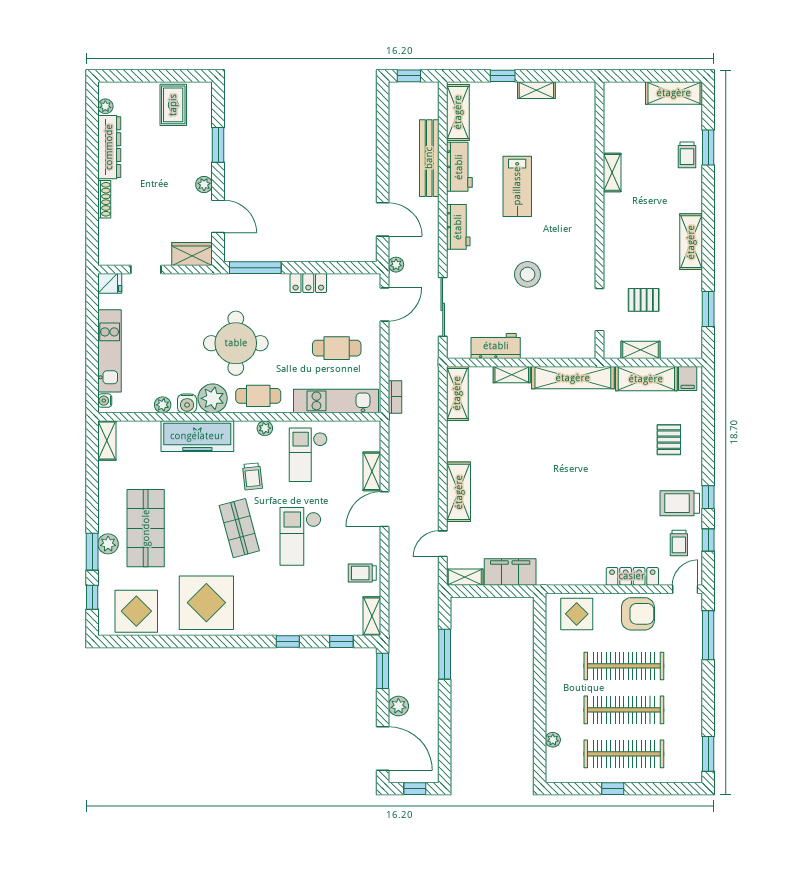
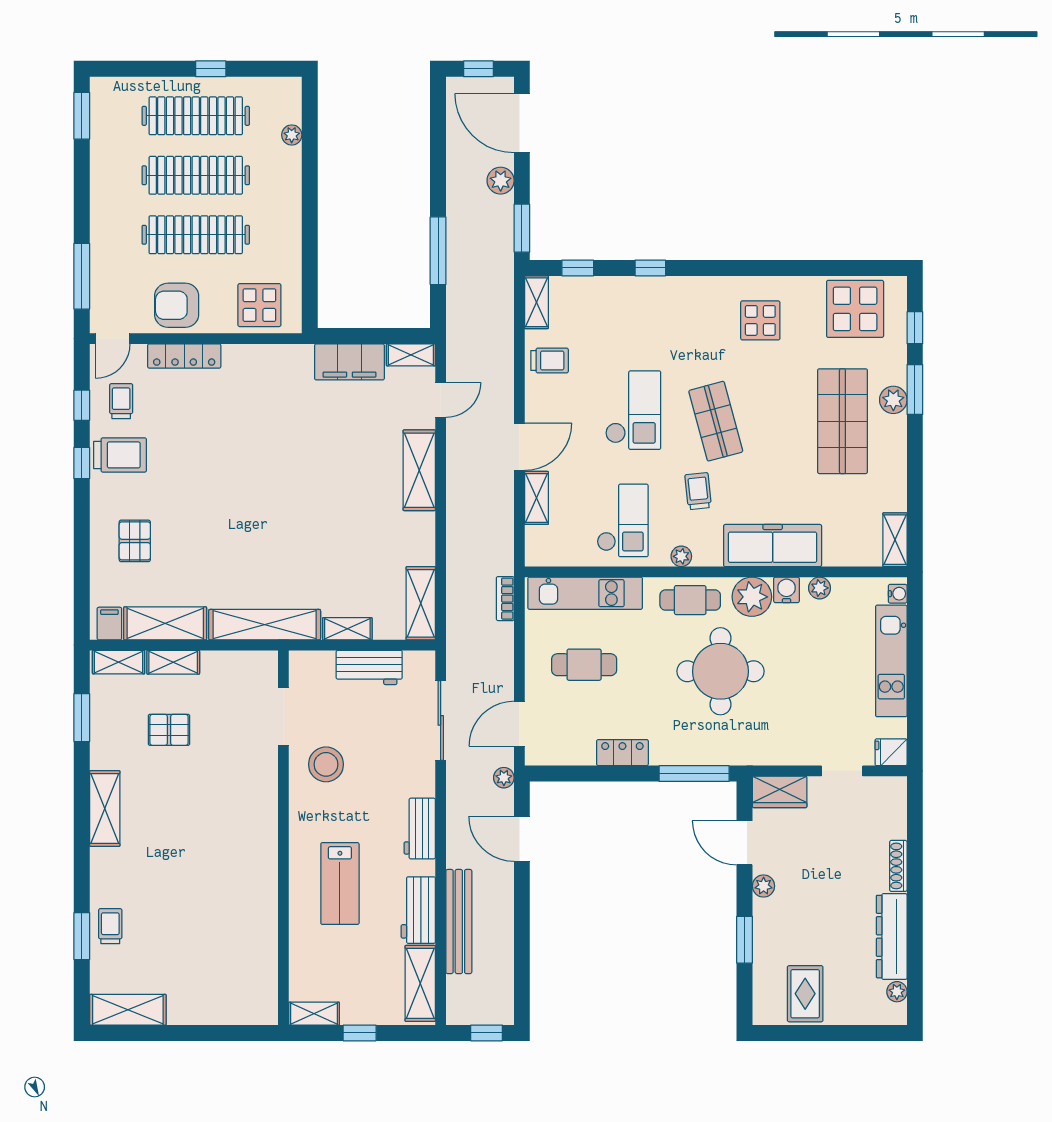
shelving: (612, 172) -> (119, 662), moved, turned 90
lab bench: (517, 186) -> (340, 884), turned 180
wall: (600, 220) -> (283, 838), moved
doorway: (600, 310) -> (283, 717), moved
display table: (206, 603) -> (760, 320), width x0.54, depth x0.54

